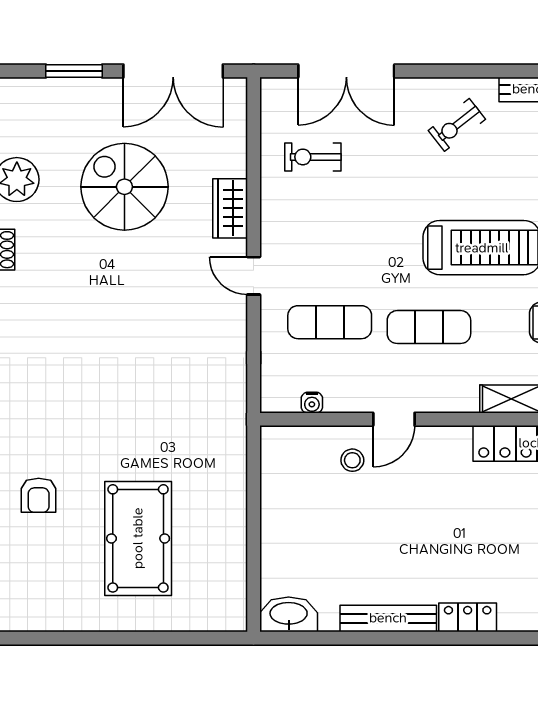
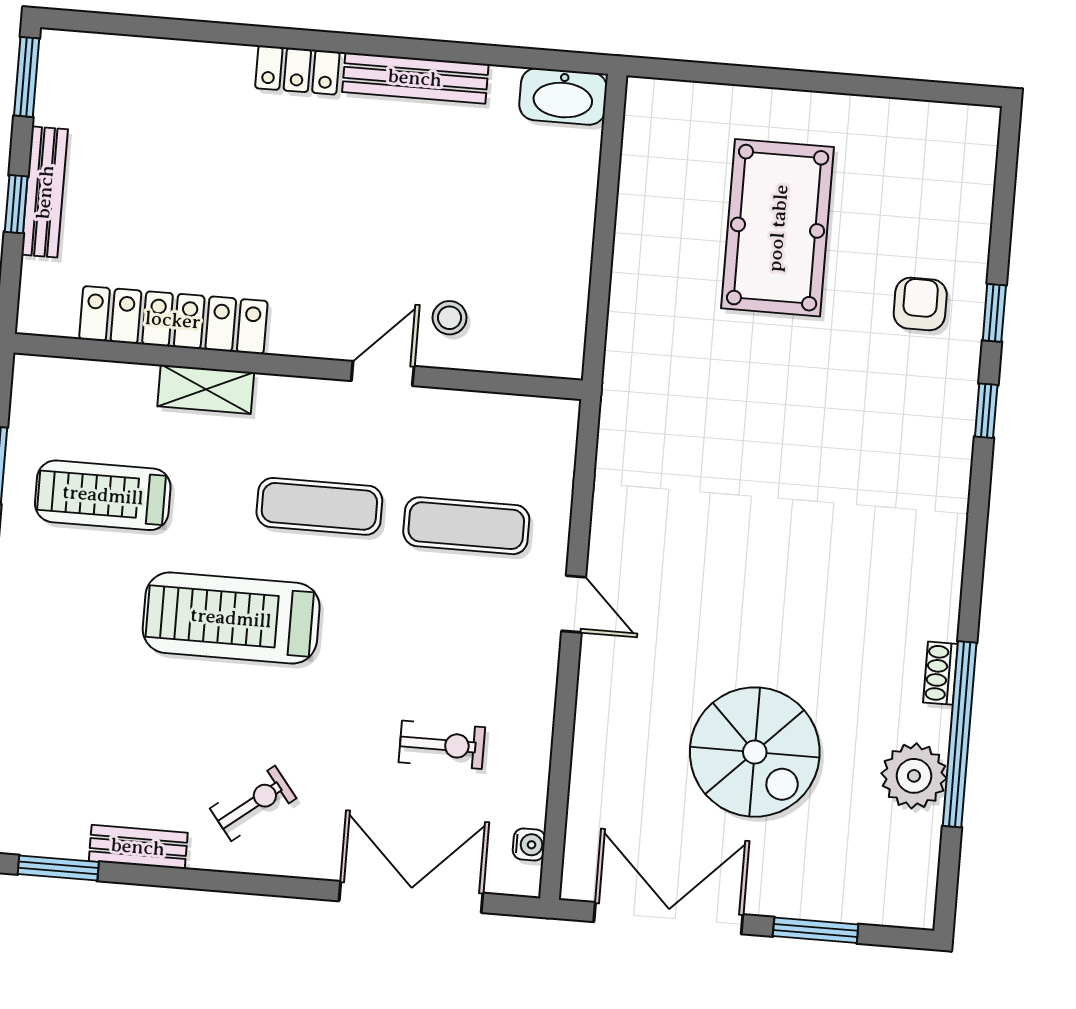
exercise bike: (313, 157) -> (442, 745), moved
wardrobe: (230, 208) -> (600, 707), removed
water cooler: (312, 403) -> (529, 845), moved, turned 90

